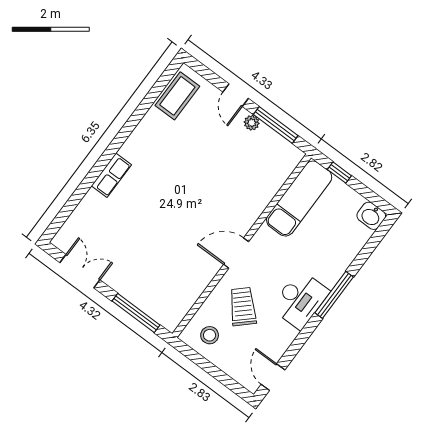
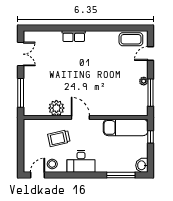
door: (236, 95) -> (151, 54), moved
plant: (197, 278) -> (56, 108), added
window: (334, 295) -> (121, 175), moved
trolley: (243, 307) -> (59, 138), turned -150
stool: (210, 335) -> (52, 164), moved

